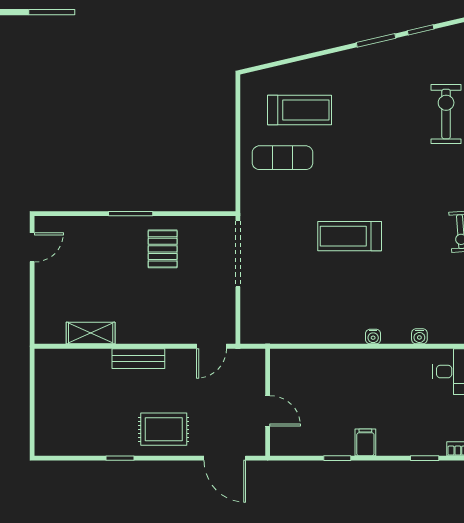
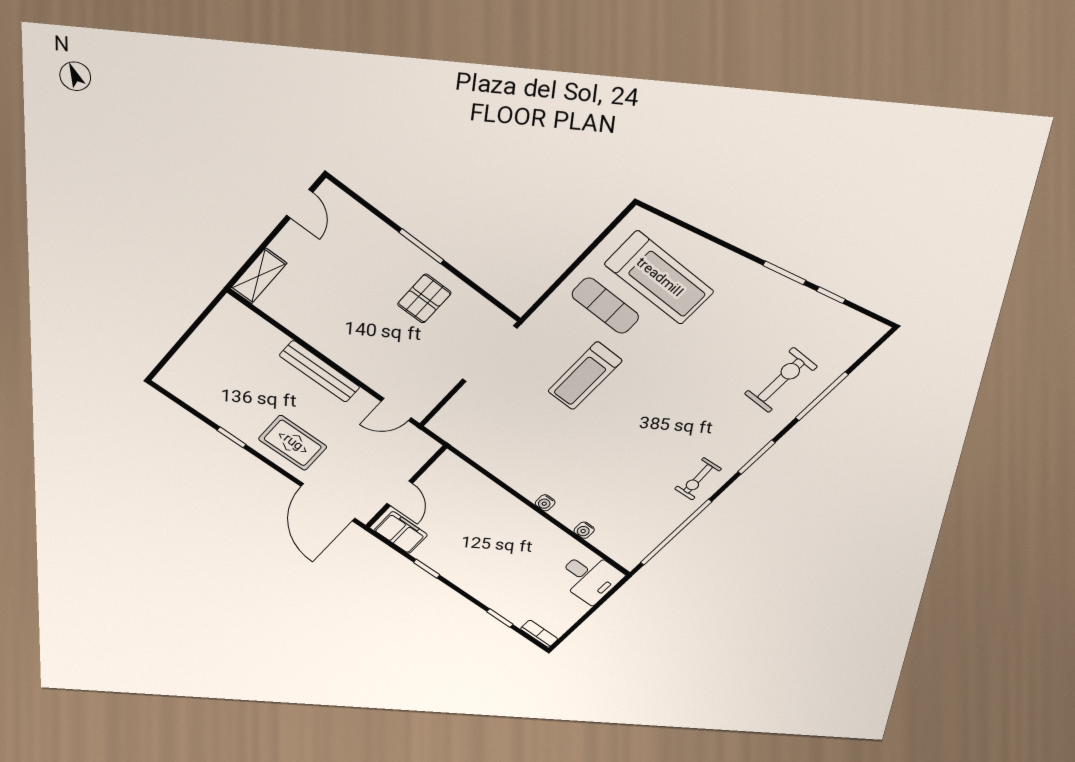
treadmill: (299, 110) -> (659, 278), width x1.37, depth x1.38
treadmill: (350, 236) -> (585, 376), moved, turned -90
door: (32, 247) -> (300, 204), hinge flipped
shelving: (91, 333) -> (259, 276), moved, turned 90
bench: (138, 359) -> (320, 371), width x1.36
filing cabinet: (365, 442) -> (401, 532), moved, width x2.00
door: (225, 458) -> (328, 502), width x1.36

